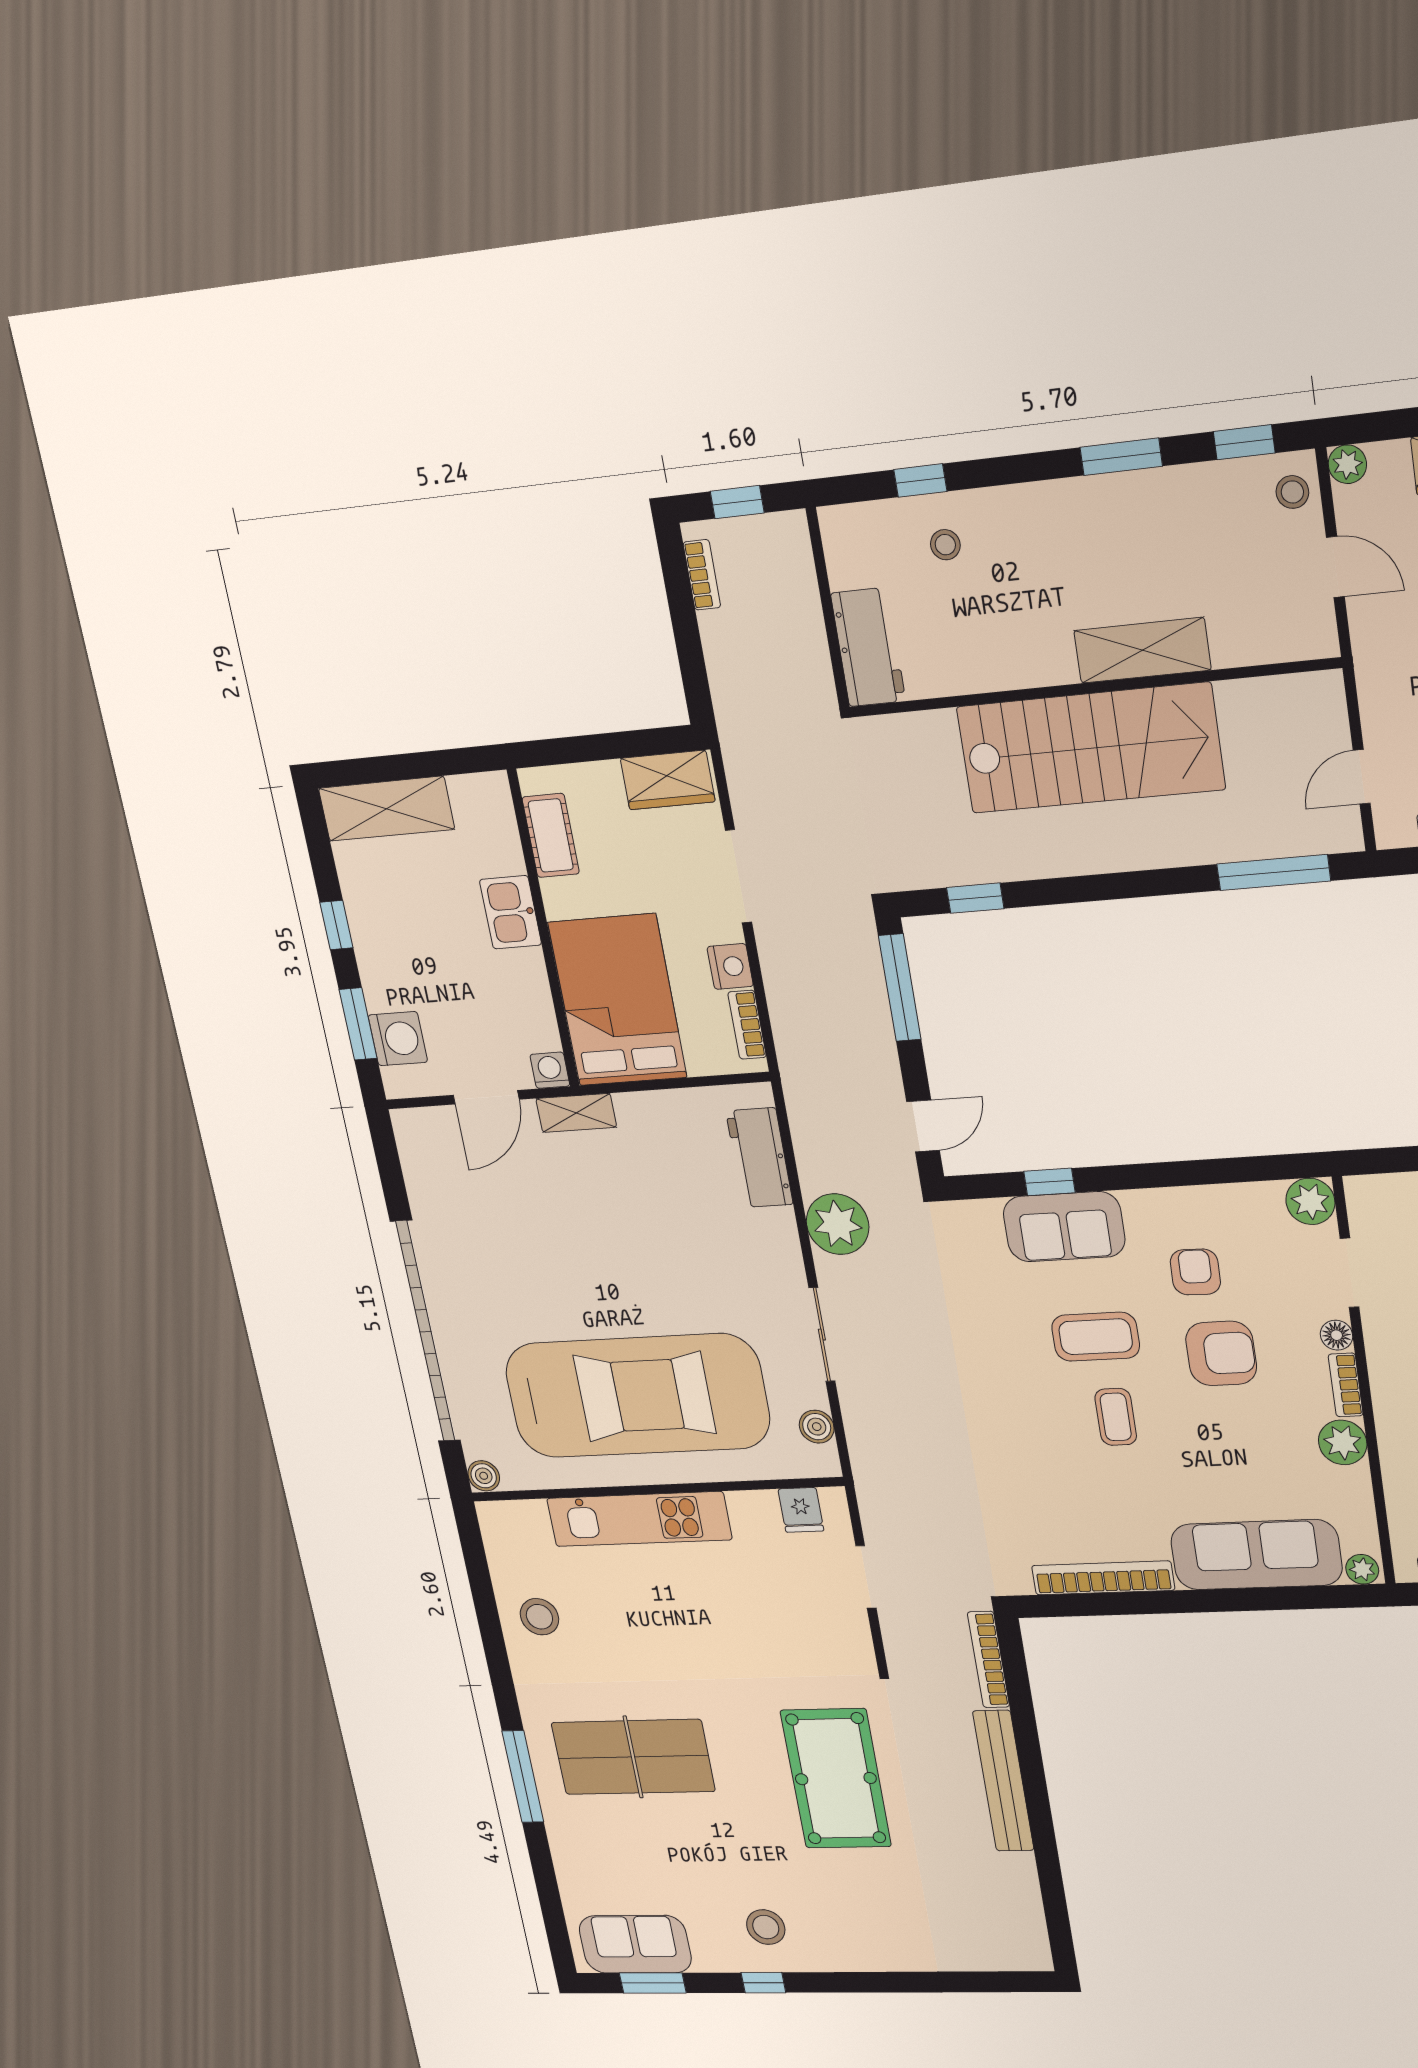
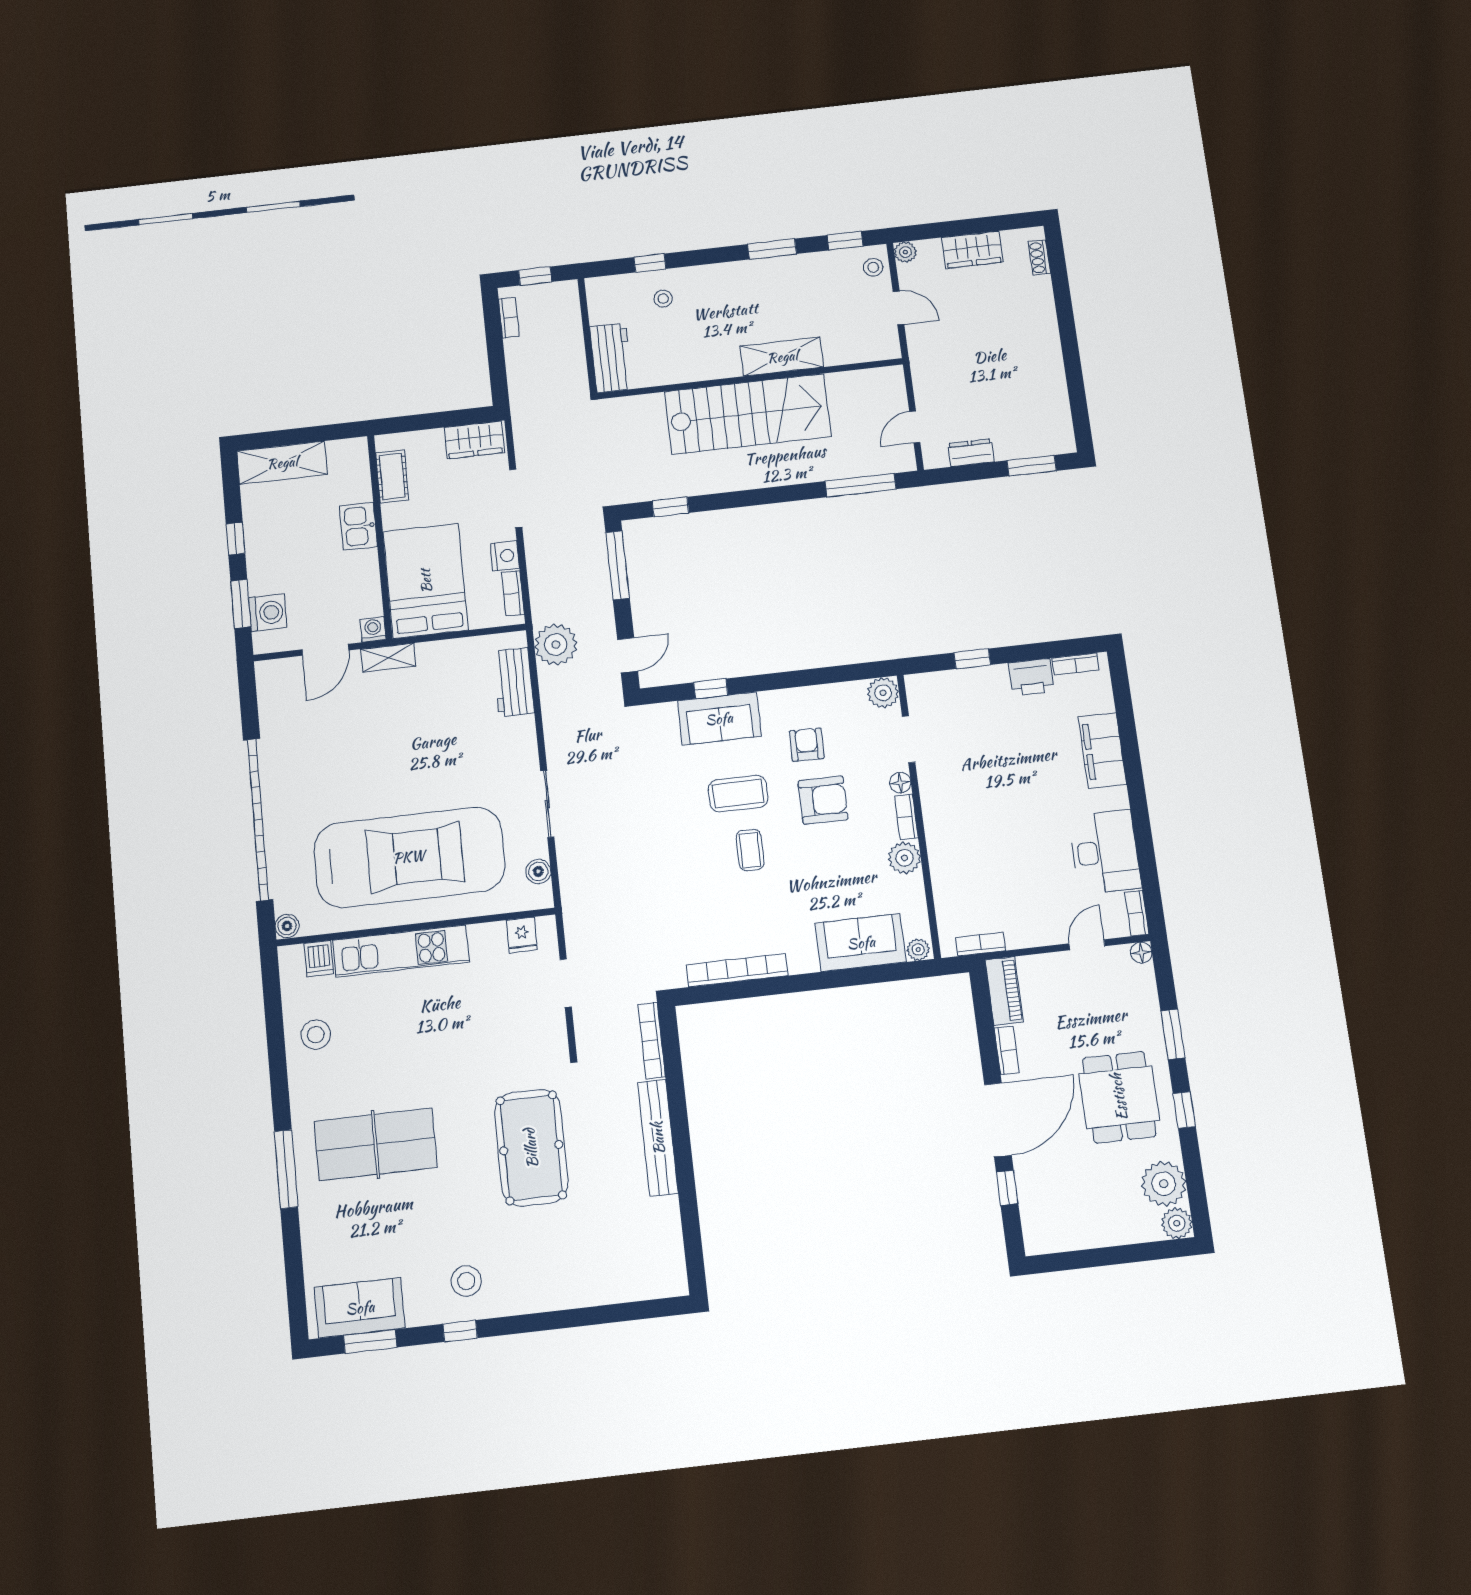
plant: (838, 1224) -> (556, 645), moved
dishwasher: (531, 1521) -> (319, 959), added
sofa: (1256, 1555) -> (861, 943), width x0.73

